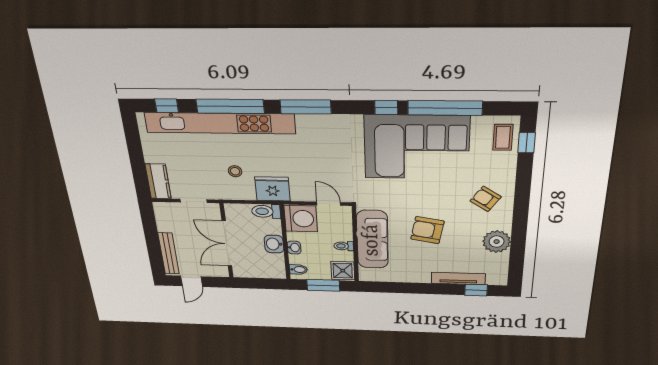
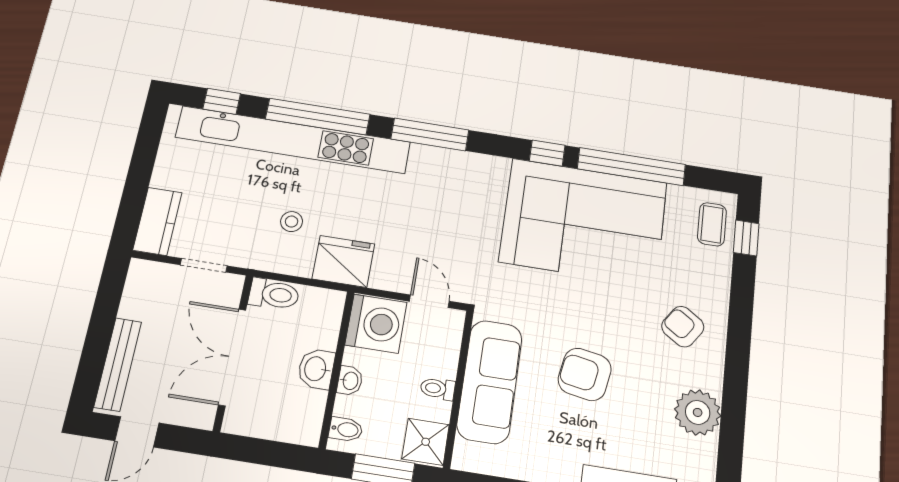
toilet: (266, 211) -> (274, 294), moved, turned 180

